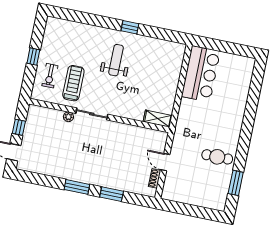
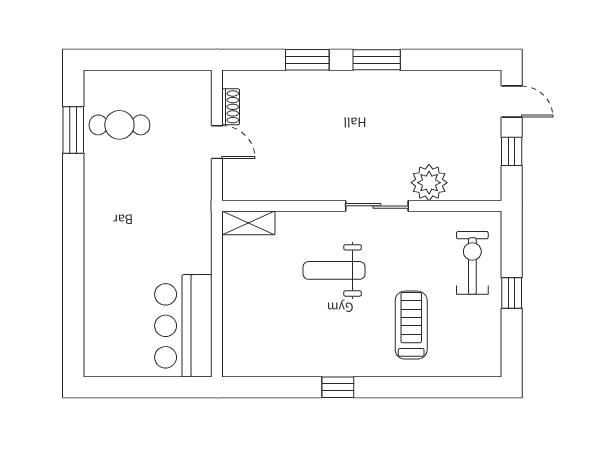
weight bench: (116, 60) -> (334, 270), moved, turned 90
exercise bike: (50, 76) -> (472, 263), width x1.38, depth x1.39
treadmill: (73, 83) -> (411, 325), moved, turned 180
plant: (68, 117) -> (429, 183), width x1.88, depth x1.88
cafe table: (217, 157) -> (119, 125), moved

